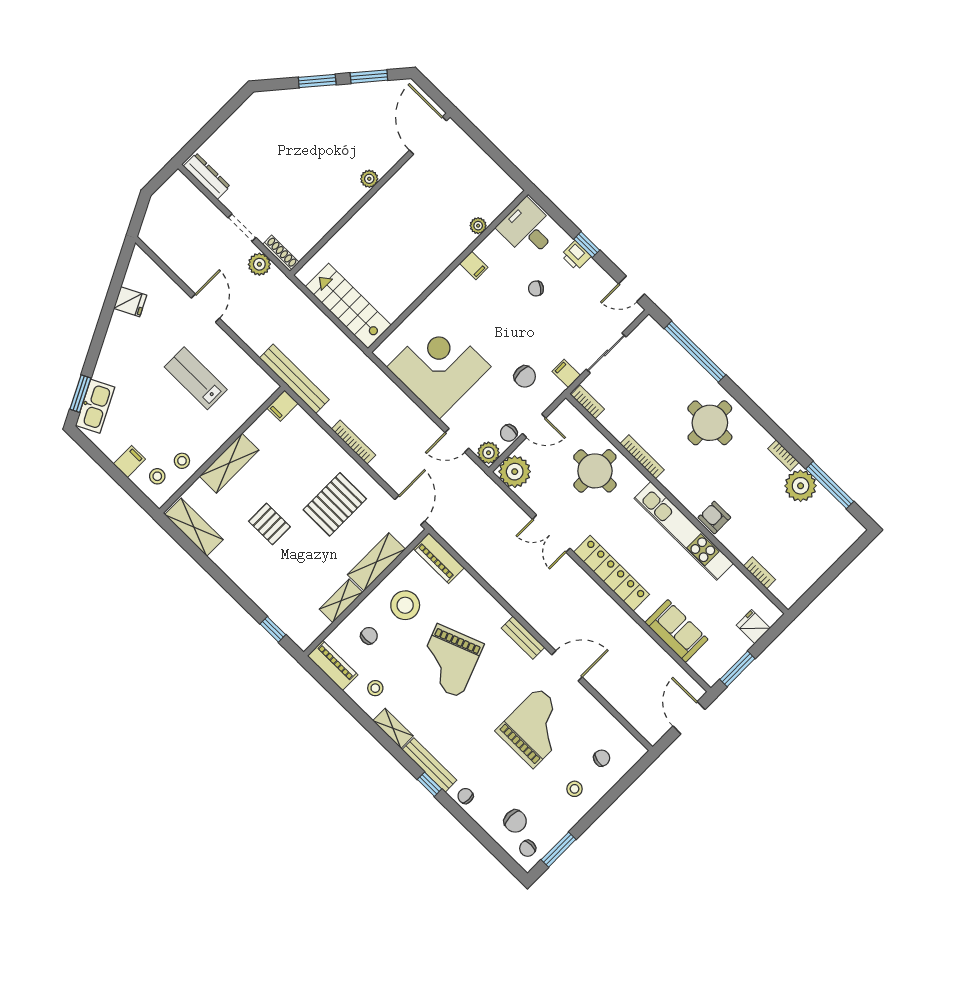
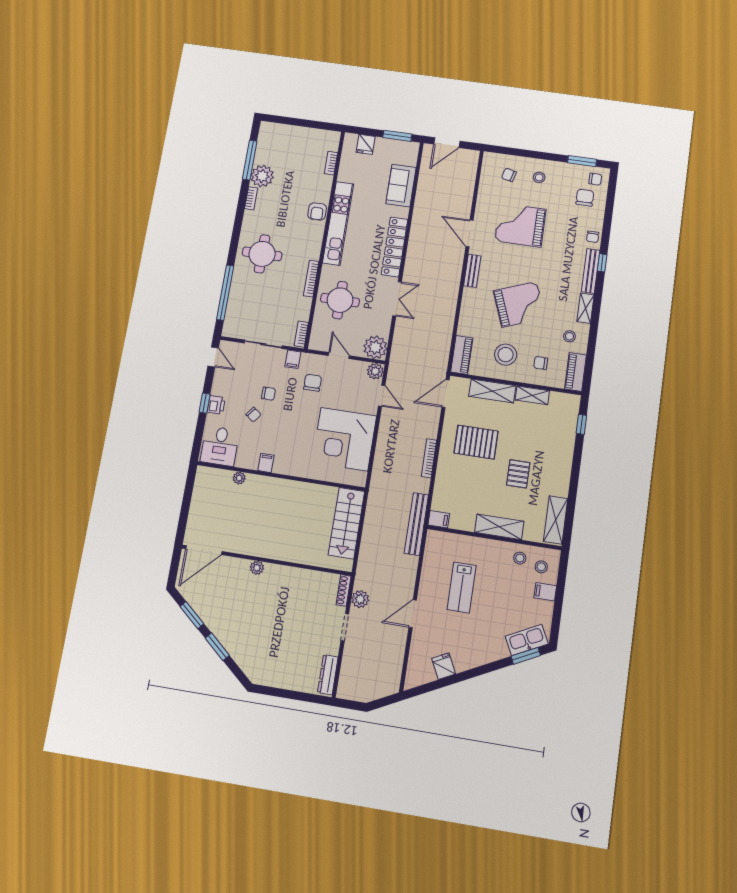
chair: (509, 433) -> (268, 394), moved

